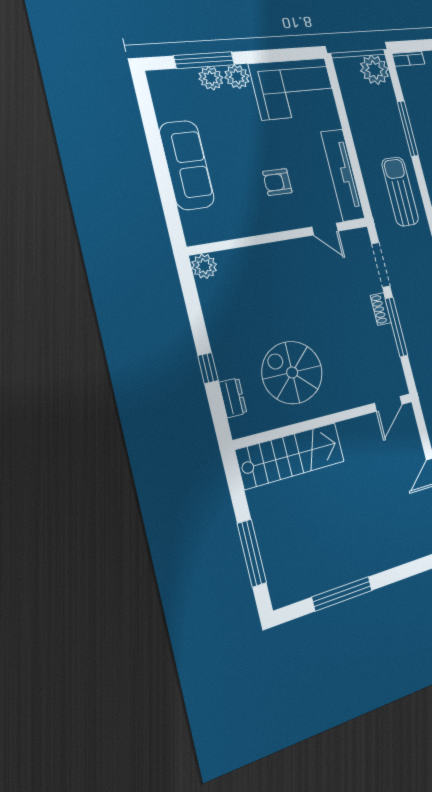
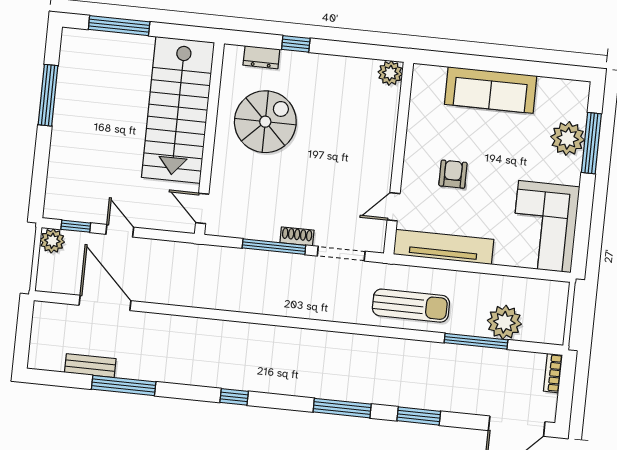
plant: (375, 70) -> (504, 322), moved
plant: (237, 77) -> (568, 171), removed
plant: (211, 78) -> (568, 138), width x1.36, depth x1.36
stairs: (291, 456) -> (178, 110), width x1.36, depth x1.51

